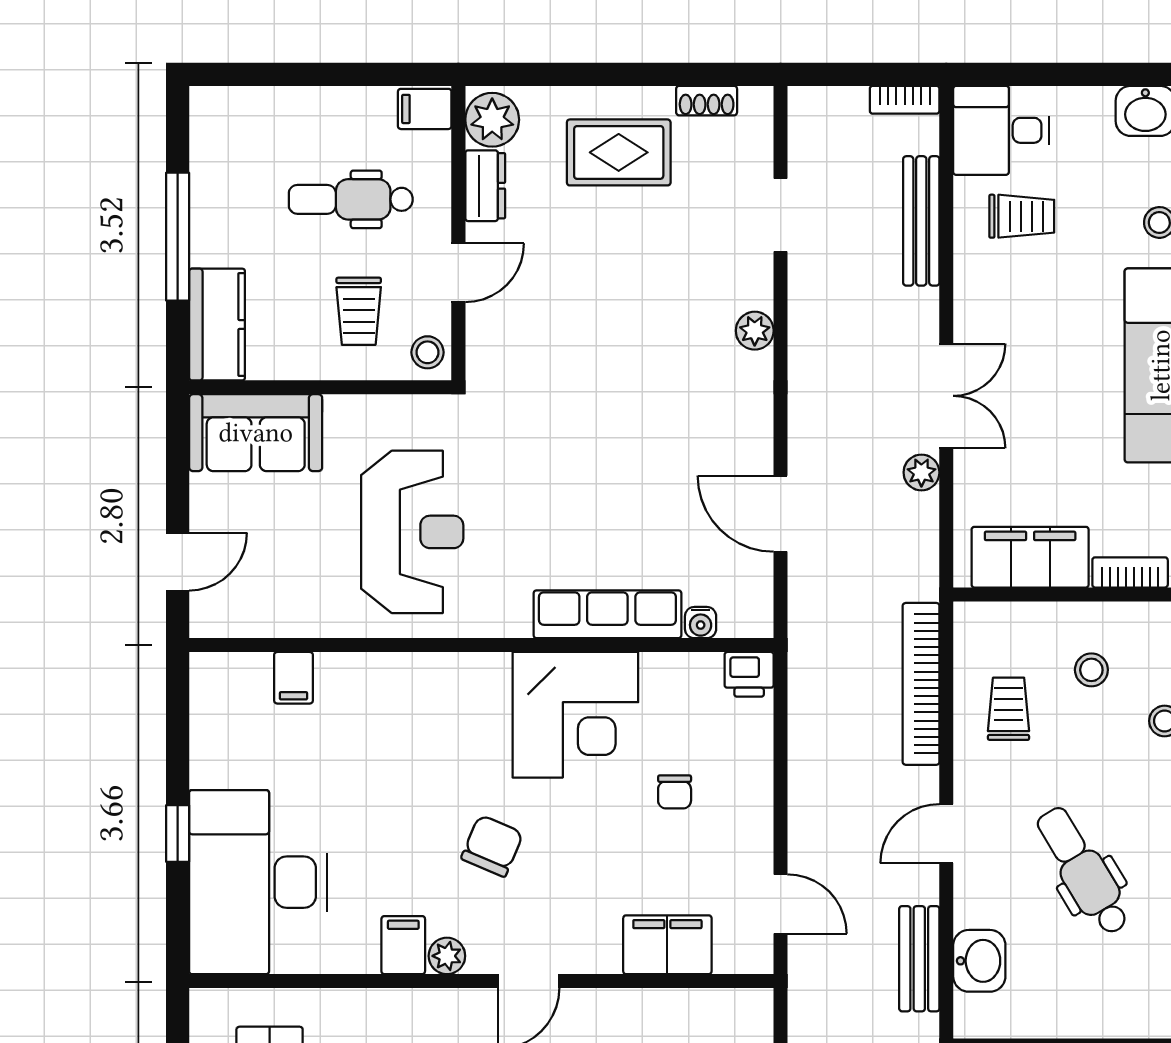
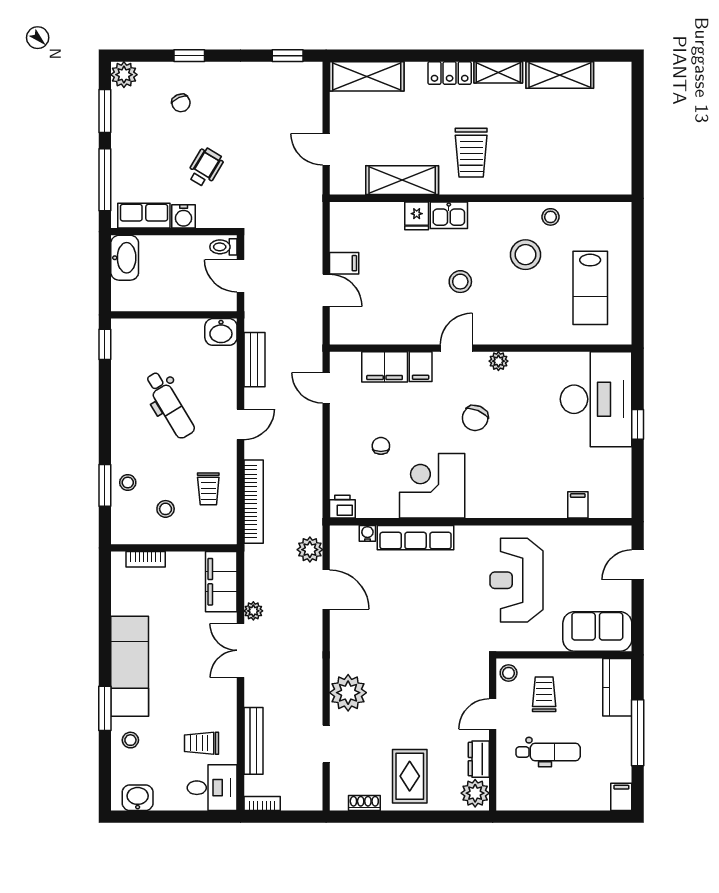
filing cabinet: (425, 109) -> (621, 797), moved, turned -90
rug: (619, 152) -> (410, 776), turned 90
plant: (755, 331) -> (348, 693), width x1.87, depth x1.87
filing cabinet: (1030, 557) -> (221, 582), moved, turned 90
plant: (812, 591) -> (310, 550), added
filing cabinet: (403, 945) -> (421, 367), moved
washbasin: (979, 961) -> (221, 332), moved, turned -90

